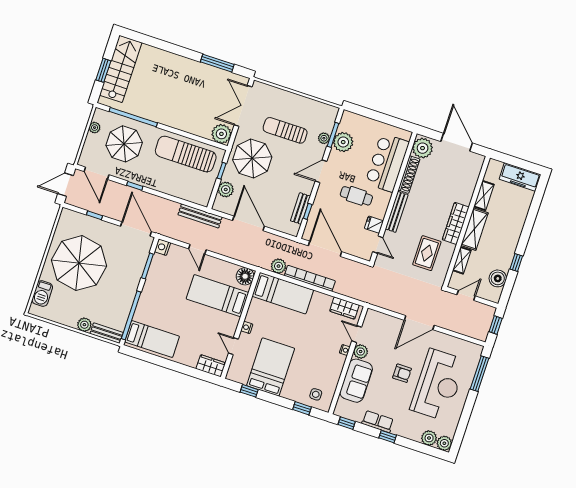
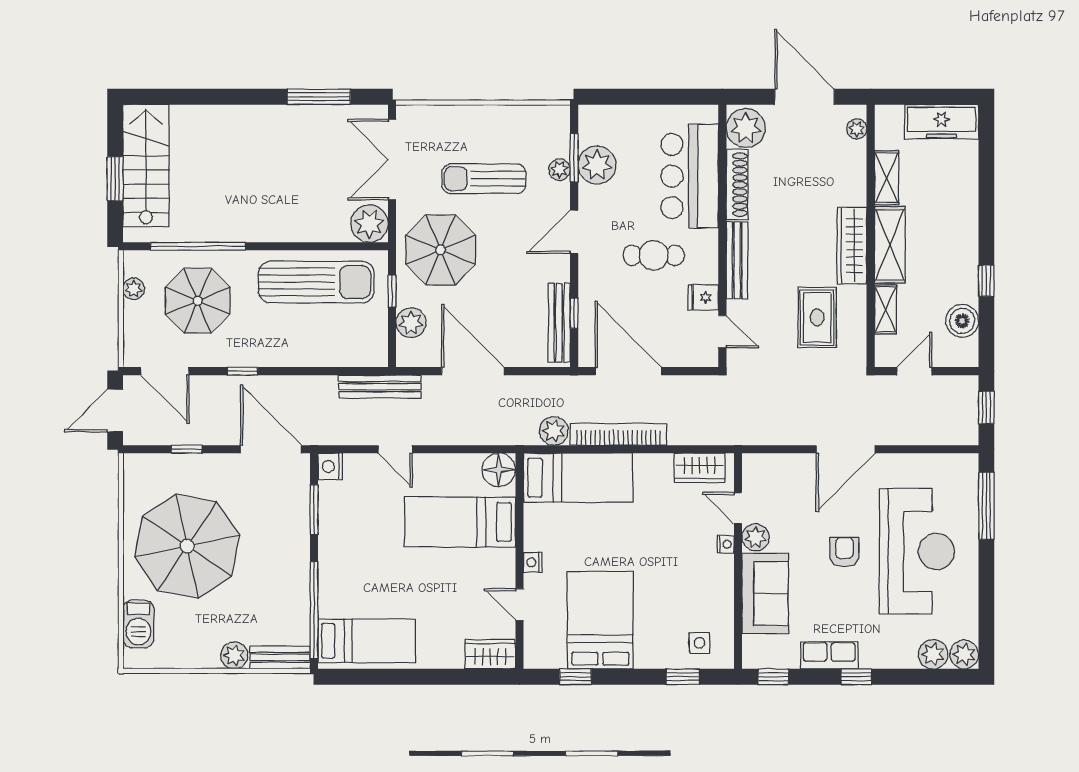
sun lounger: (186, 154) -> (316, 282), turned 180
plant: (477, 167) -> (857, 129), added
bench: (301, 208) -> (559, 323), width x1.36
armchair: (402, 373) -> (844, 552), turned -90

